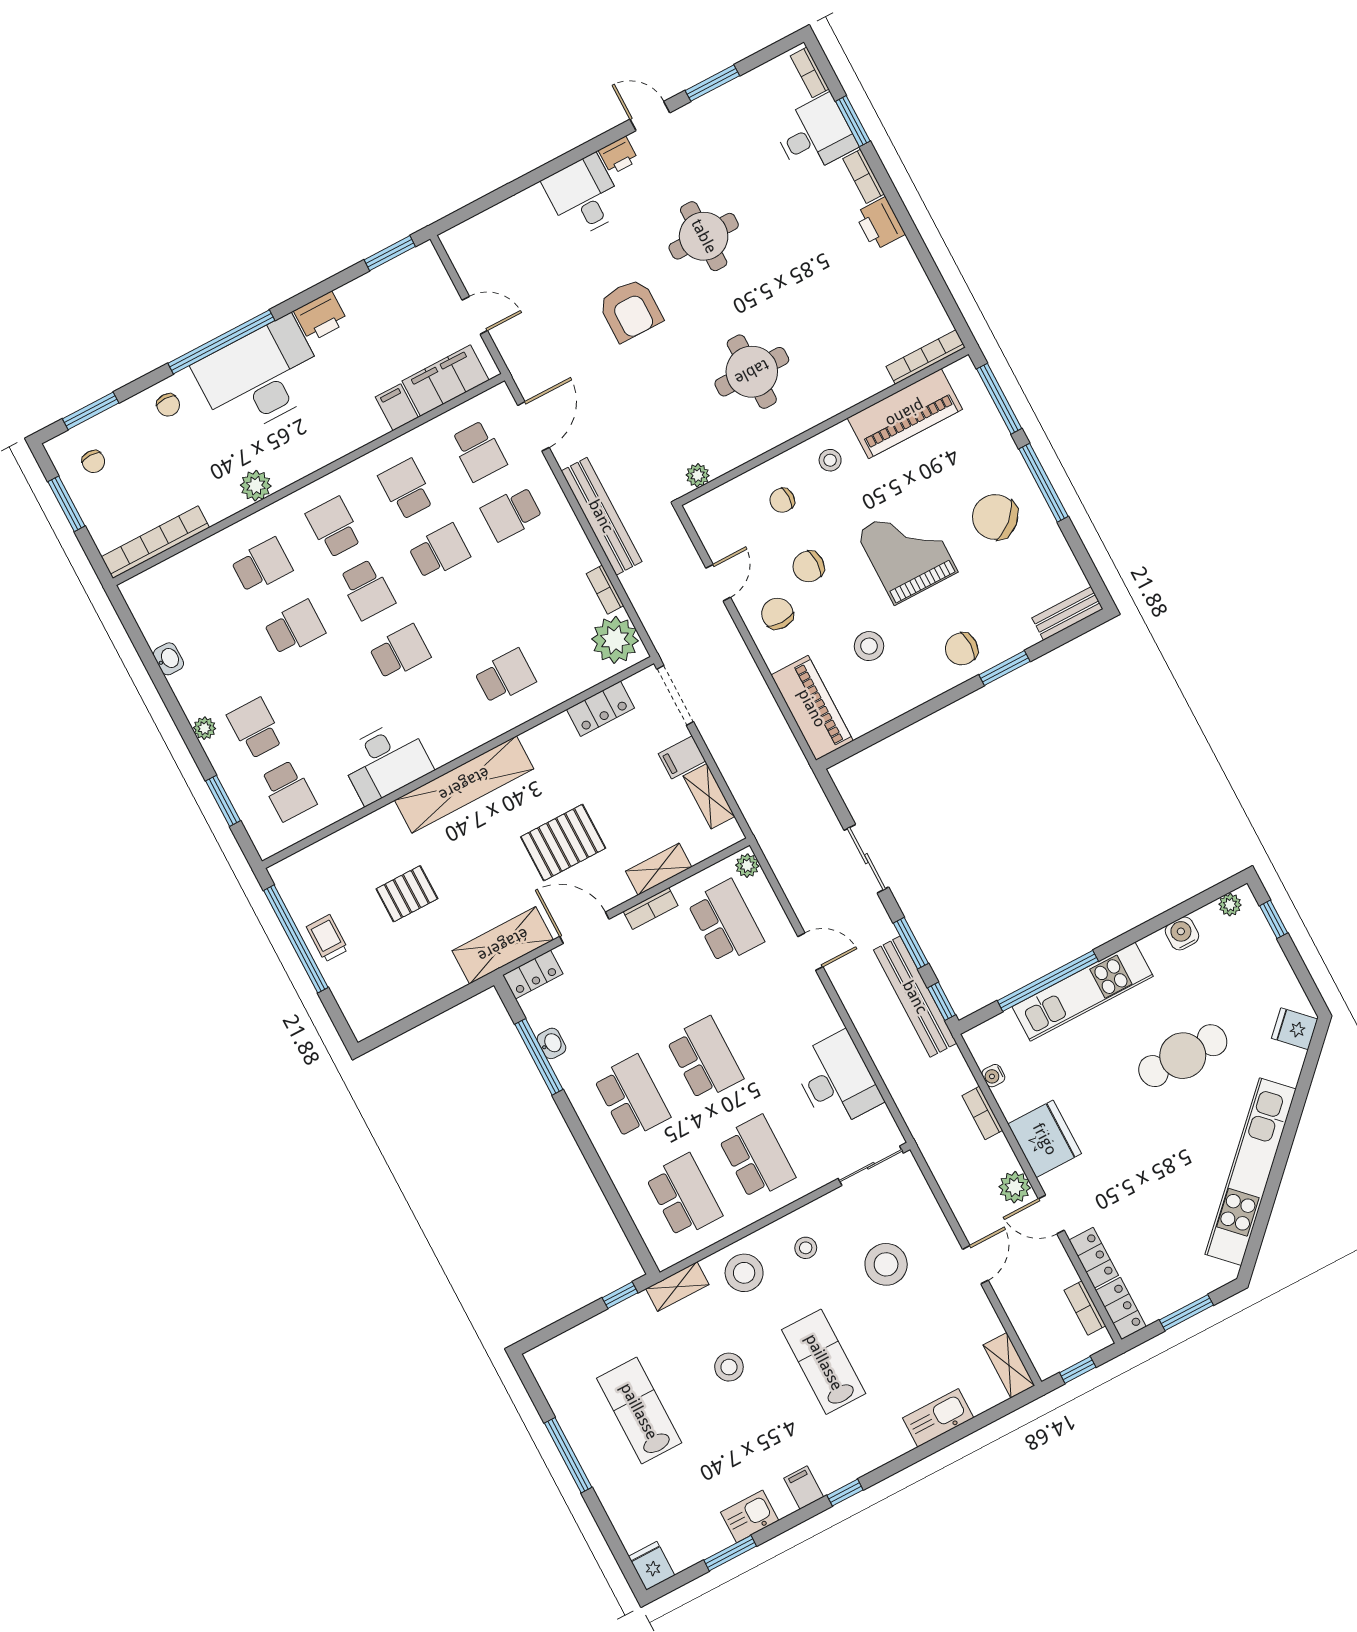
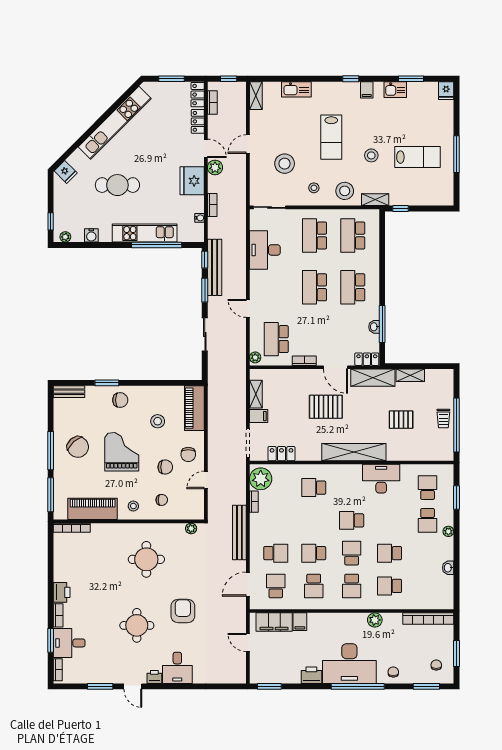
grand piano: (907, 552) -> (122, 452), turned 180
shelving: (659, 869) -> (410, 375), moved
lab bench: (639, 1411) -> (418, 157), turned -90

